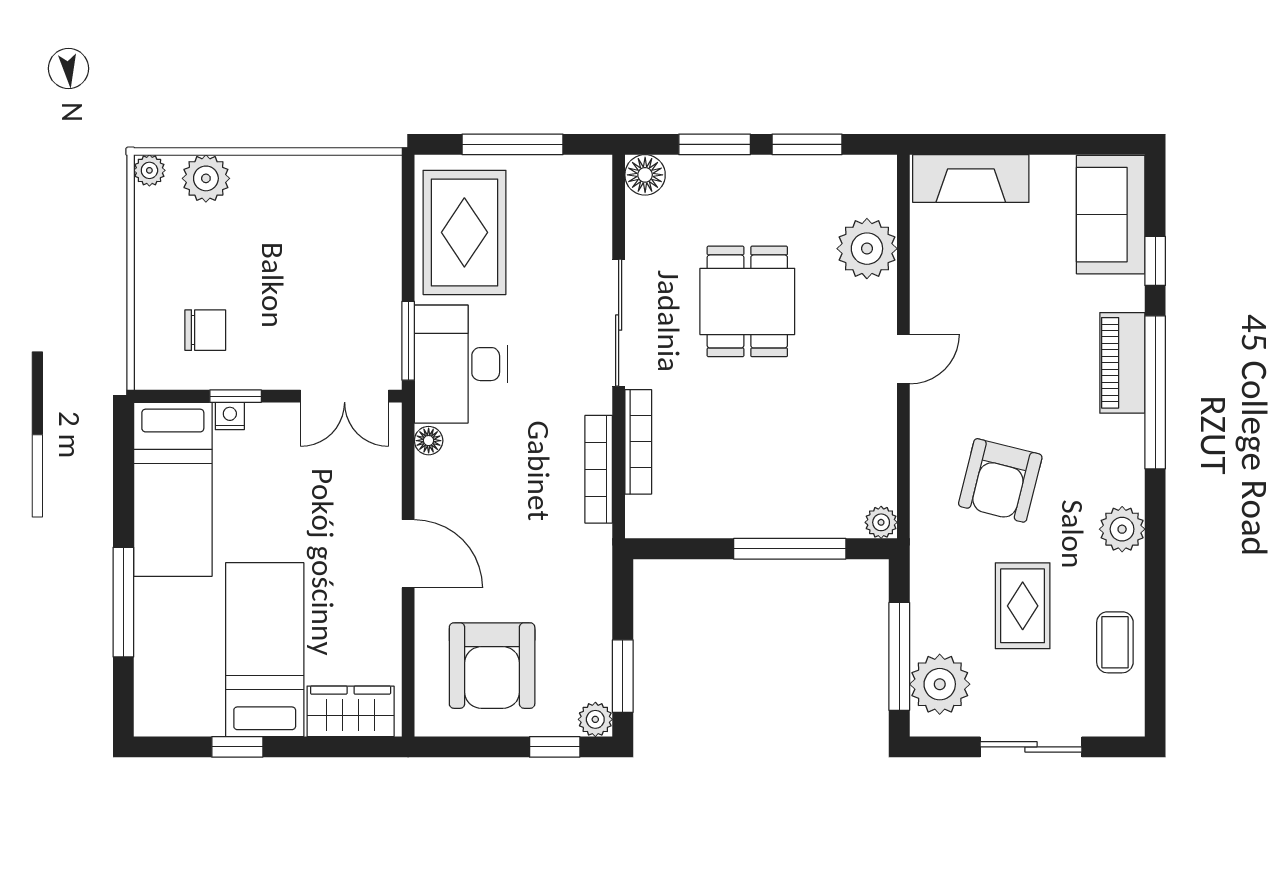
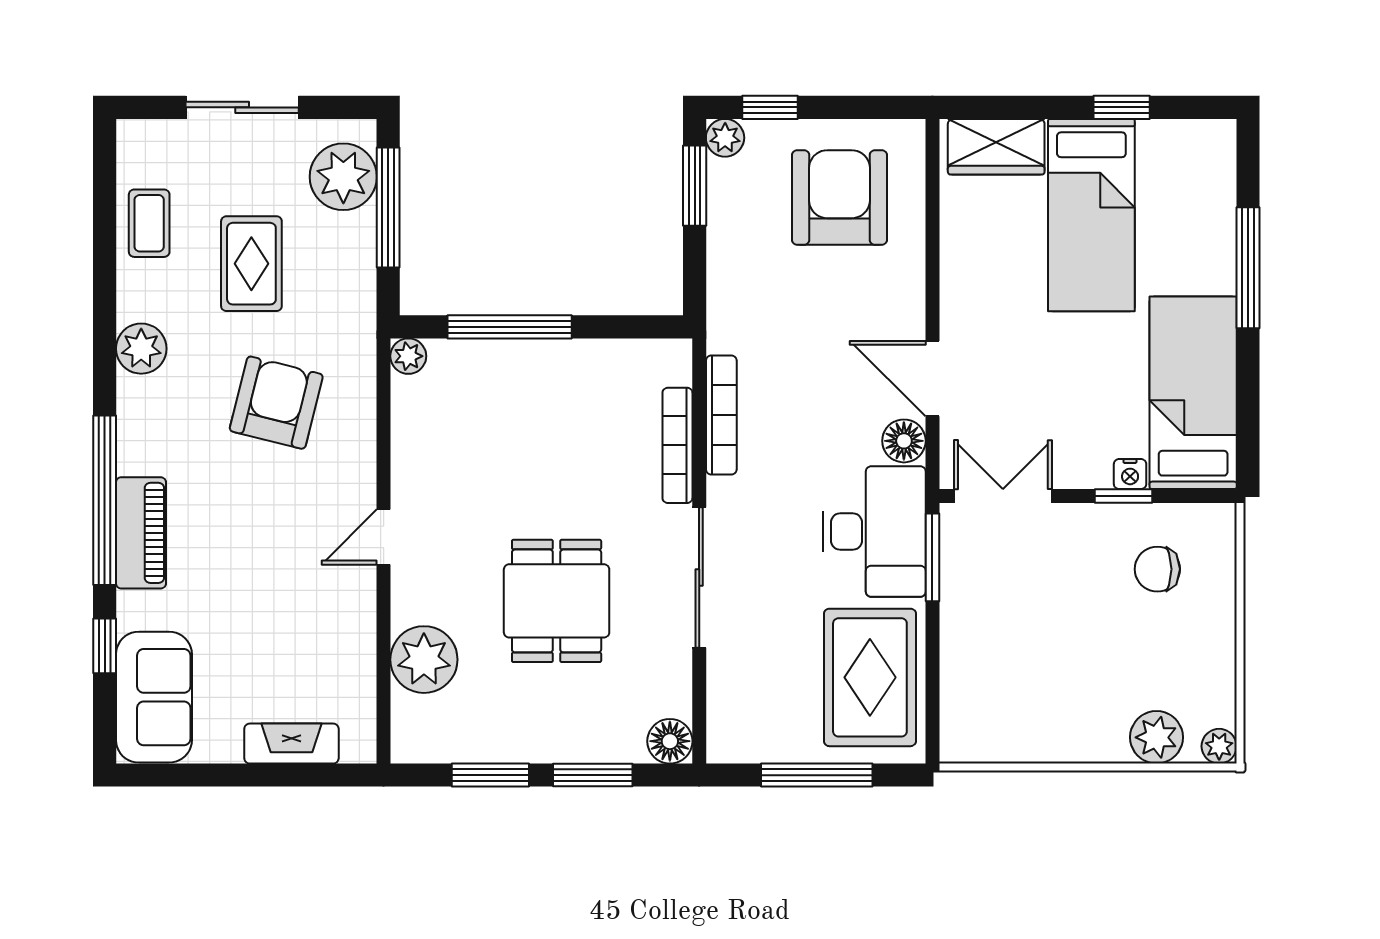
fireplace: (971, 179) -> (291, 744), width x0.73, depth x0.76
floor lamp: (429, 441) -> (904, 441), width x1.37, depth x1.37
door: (408, 554) -> (932, 379), moved

